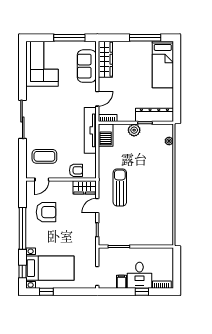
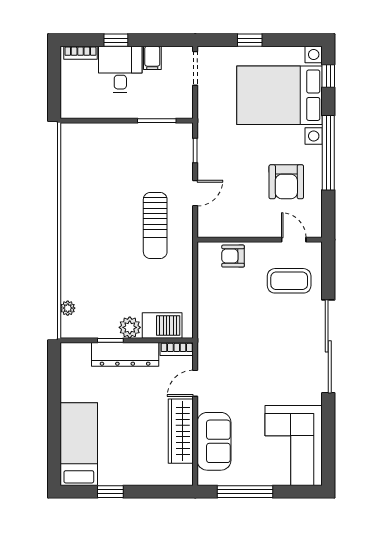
window: (145, 38) -> (110, 492), width x0.46
wardrobe: (105, 59) -> (181, 431), moved
dresser: (154, 115) -> (125, 354), moved
sliding door: (22, 119) -> (328, 346), width x1.36
tv unit: (90, 130) -> (208, 327), removed
barbecue: (106, 135) -> (162, 325), moved, turned 90
door: (42, 180) -> (294, 240), hinge flipped
wardrobe: (85, 187) -> (218, 226), removed
armchair: (46, 212) -> (286, 182), turned -90
bed with nightstands: (50, 268) -> (280, 95), width x1.36
window: (46, 292) -> (250, 40), moved

